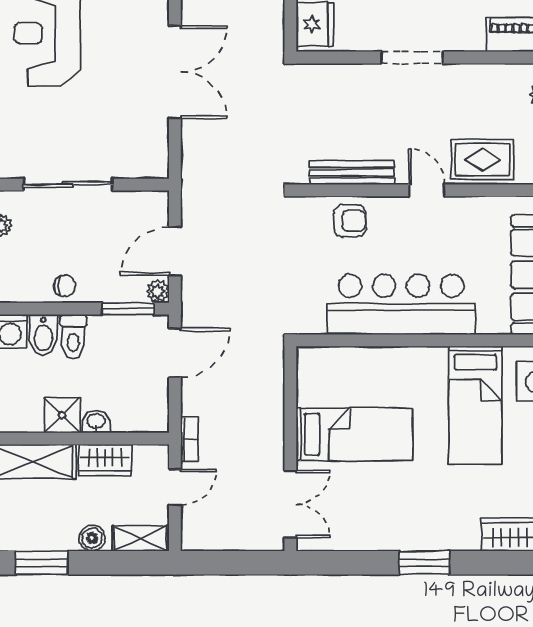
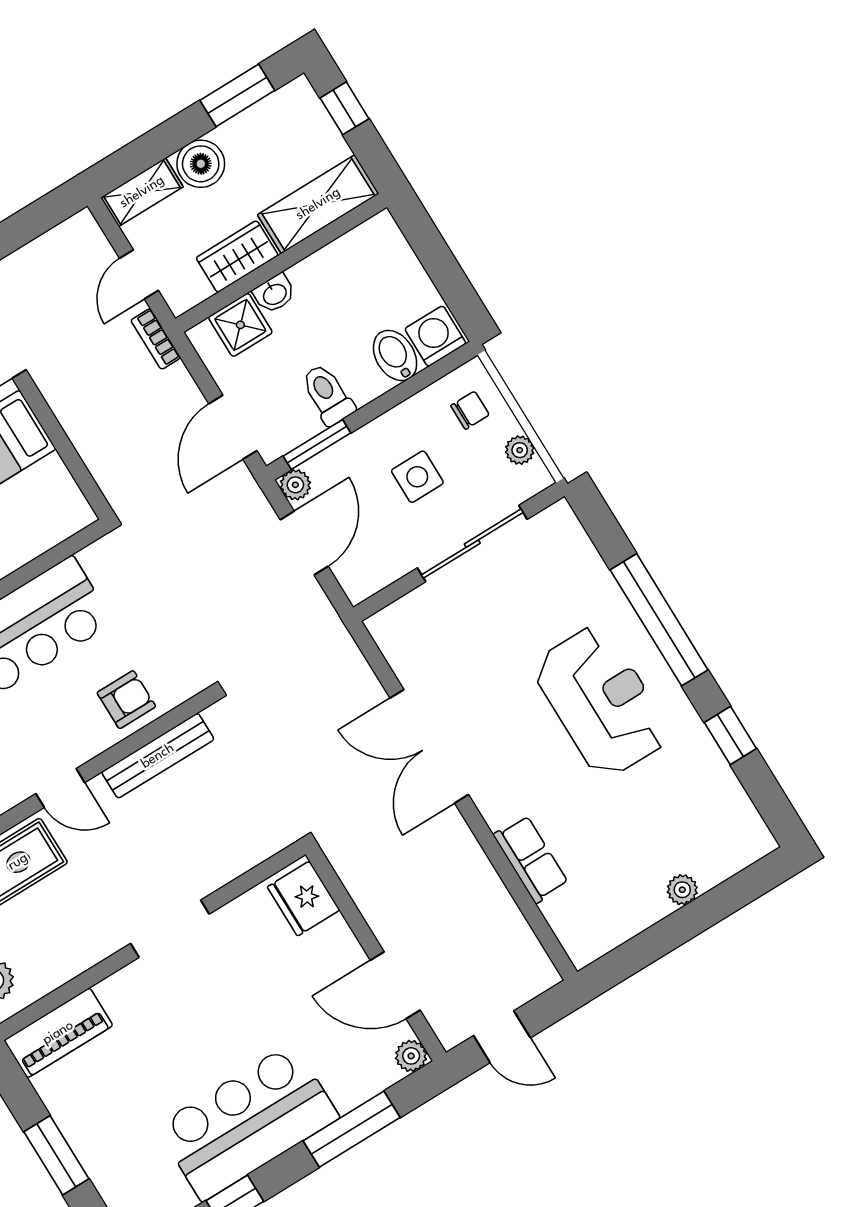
armchair: (350, 221) -> (126, 700), turned 180
side table: (77, 249) -> (417, 477), added
chair: (65, 286) -> (470, 410), moved, turned 180
toilet: (73, 336) -> (328, 395), moved
shower: (62, 415) -> (240, 325), moved
boiler: (92, 538) -> (201, 164), width x1.36, depth x1.36

